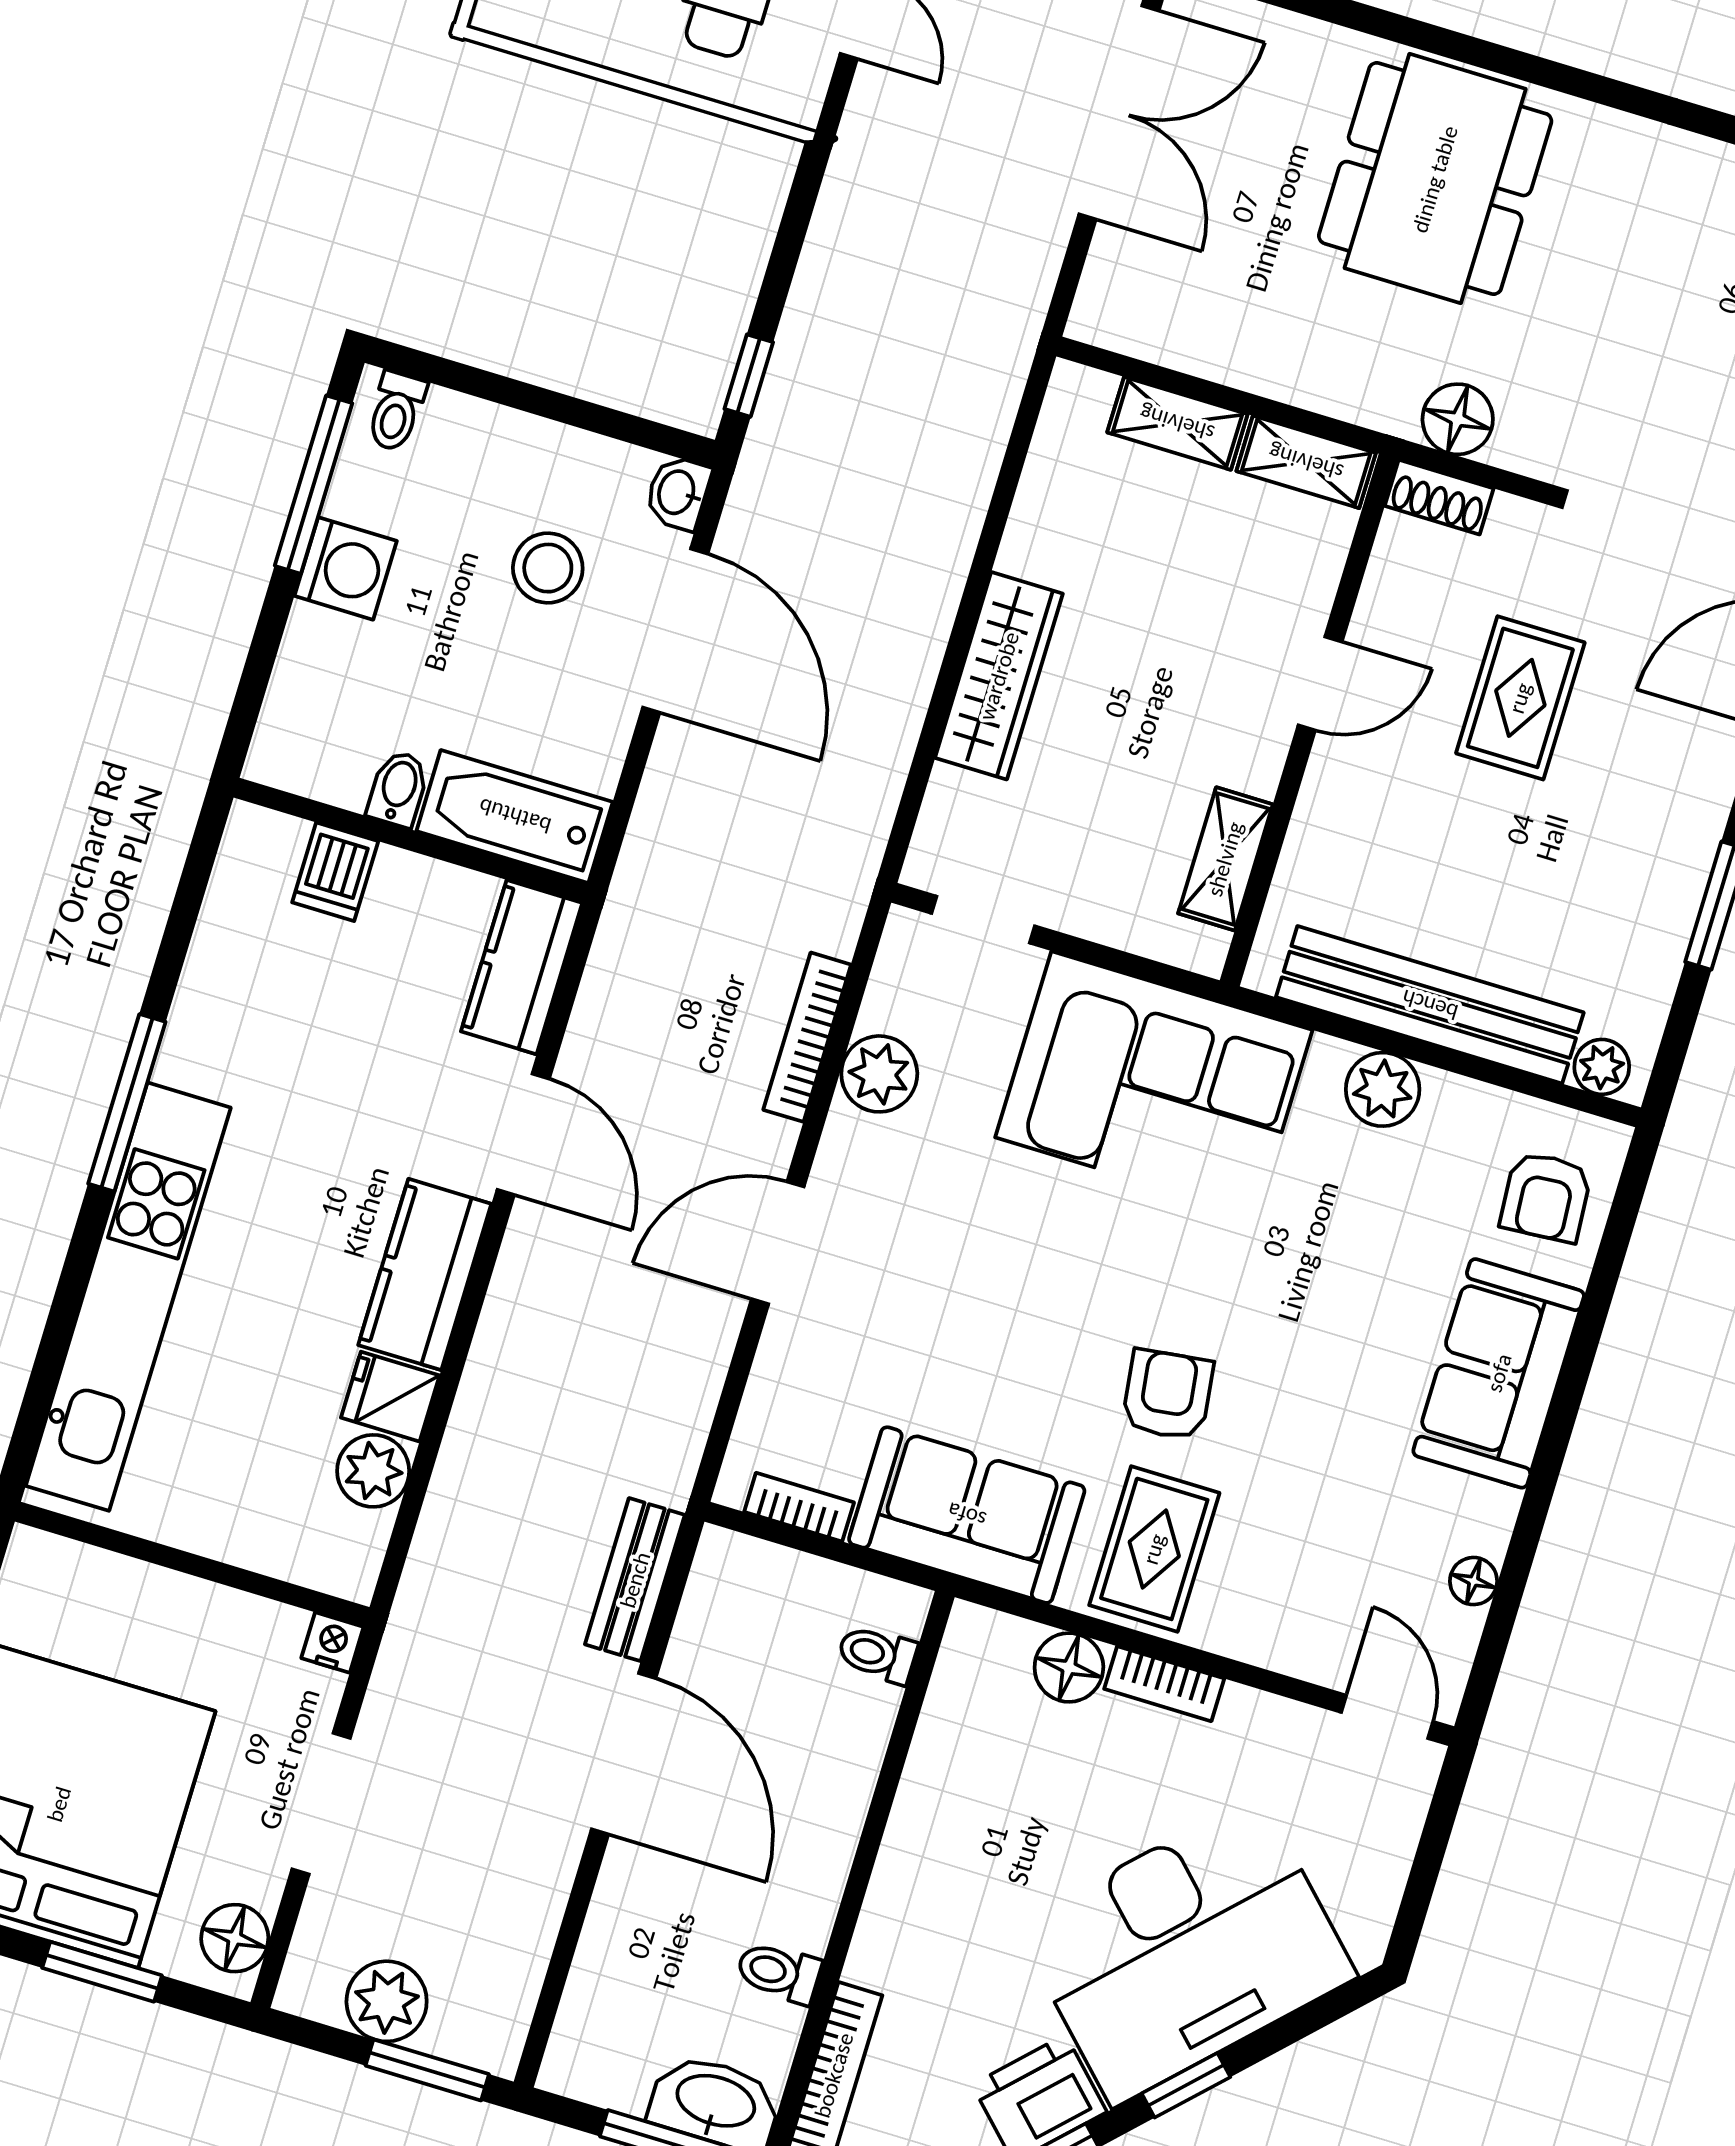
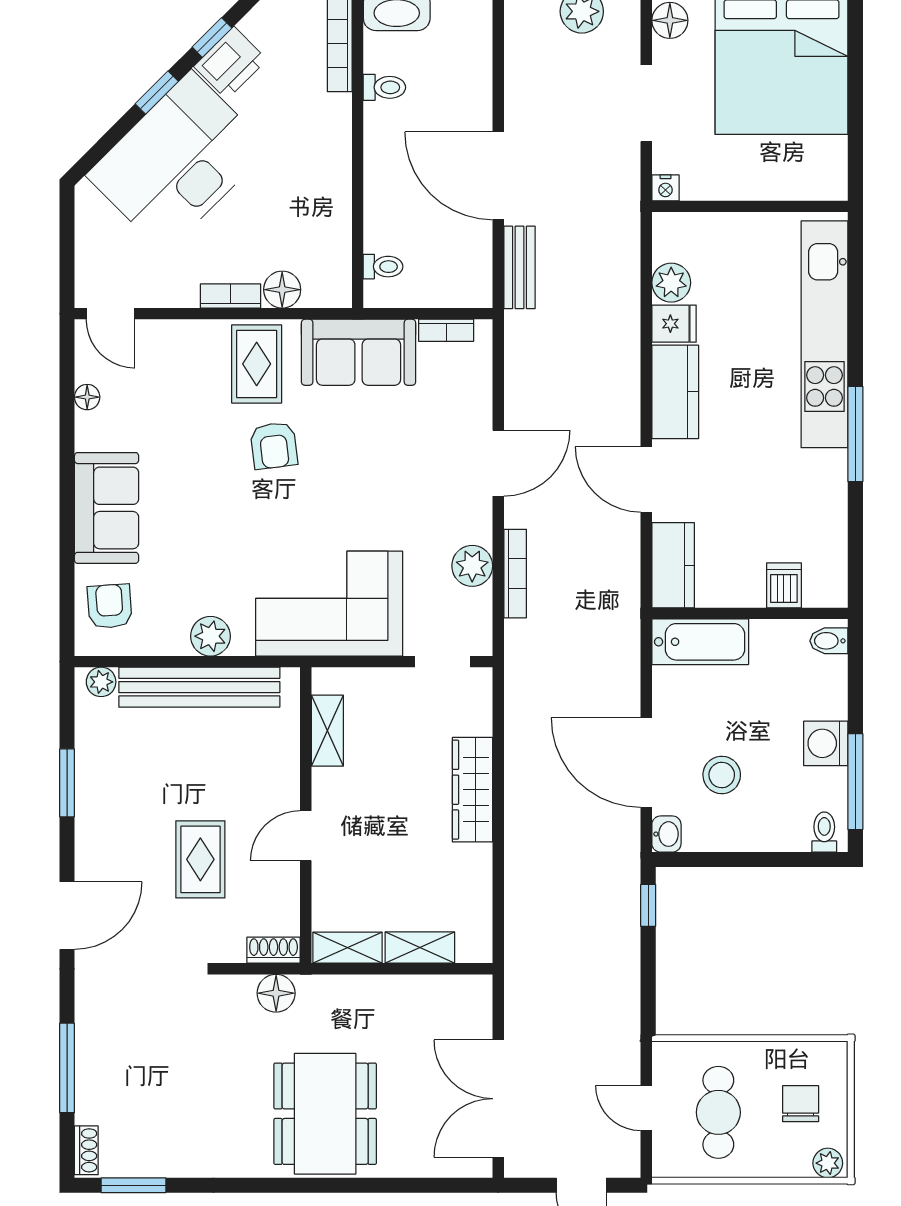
bidet: (398, 789) -> (829, 641), moved, turned 90

